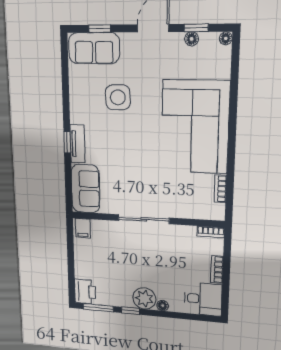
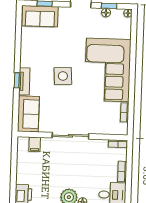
side table: (118, 97) -> (63, 76), moved
filing cabinet: (83, 228) -> (35, 144), moved

